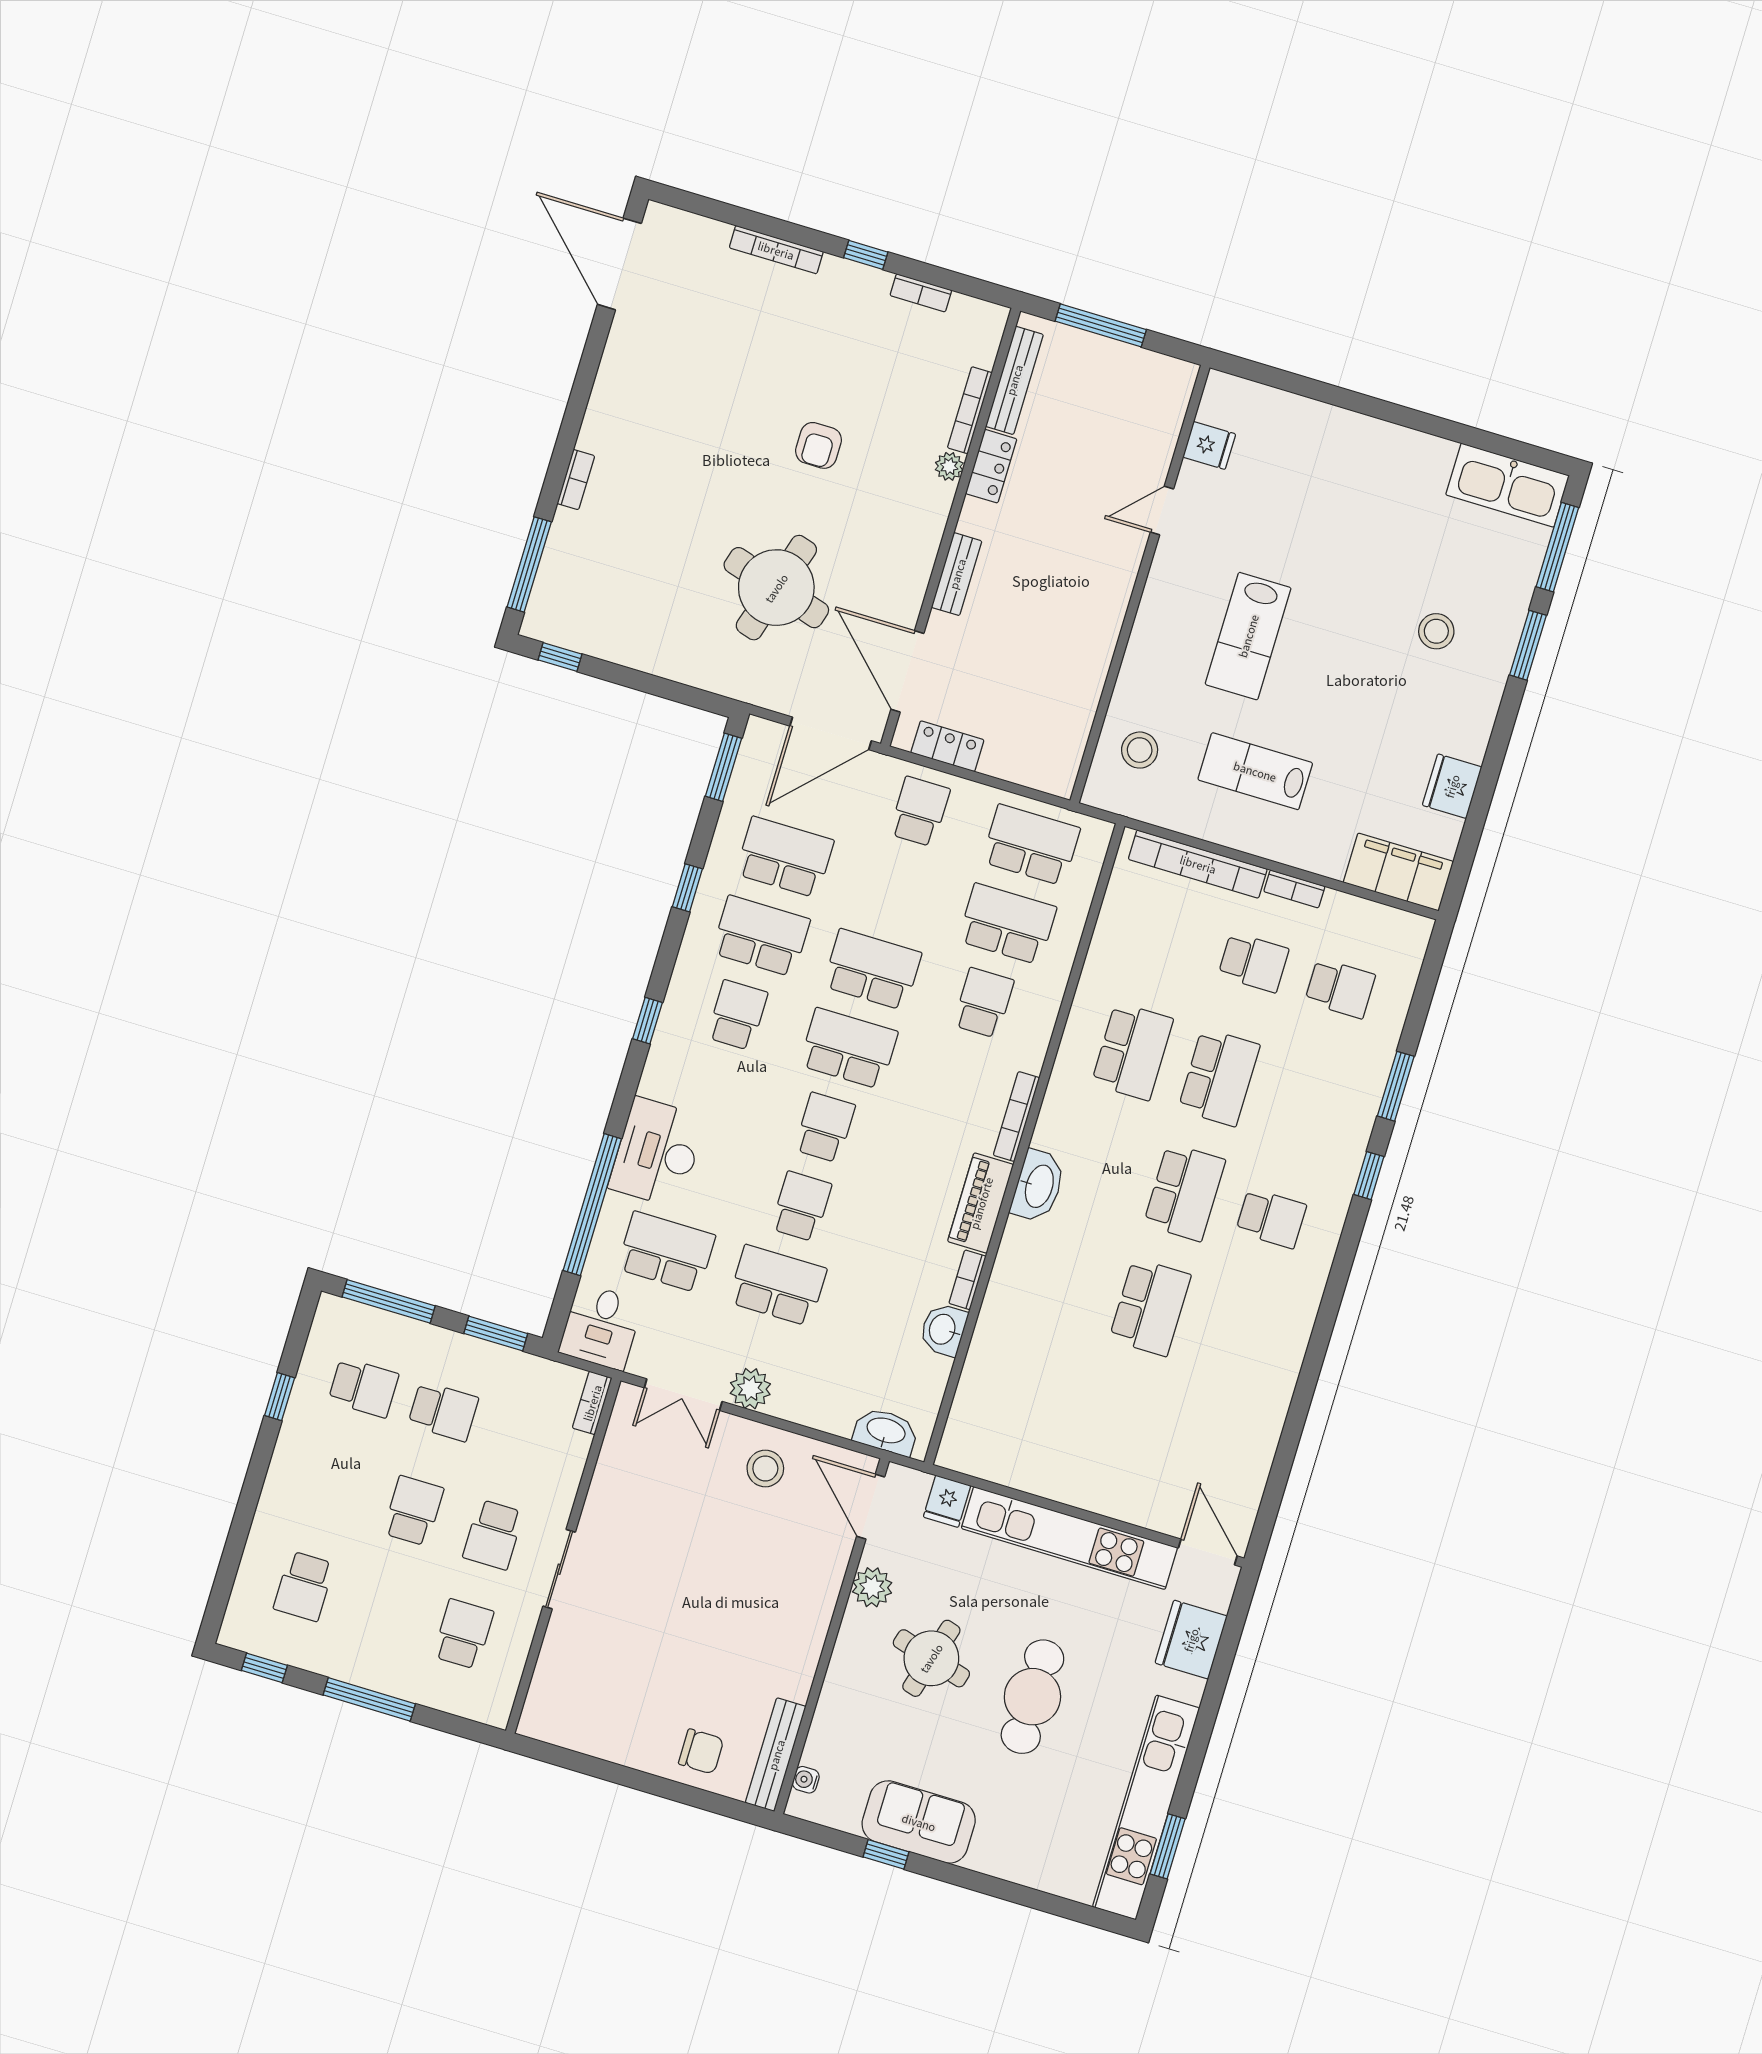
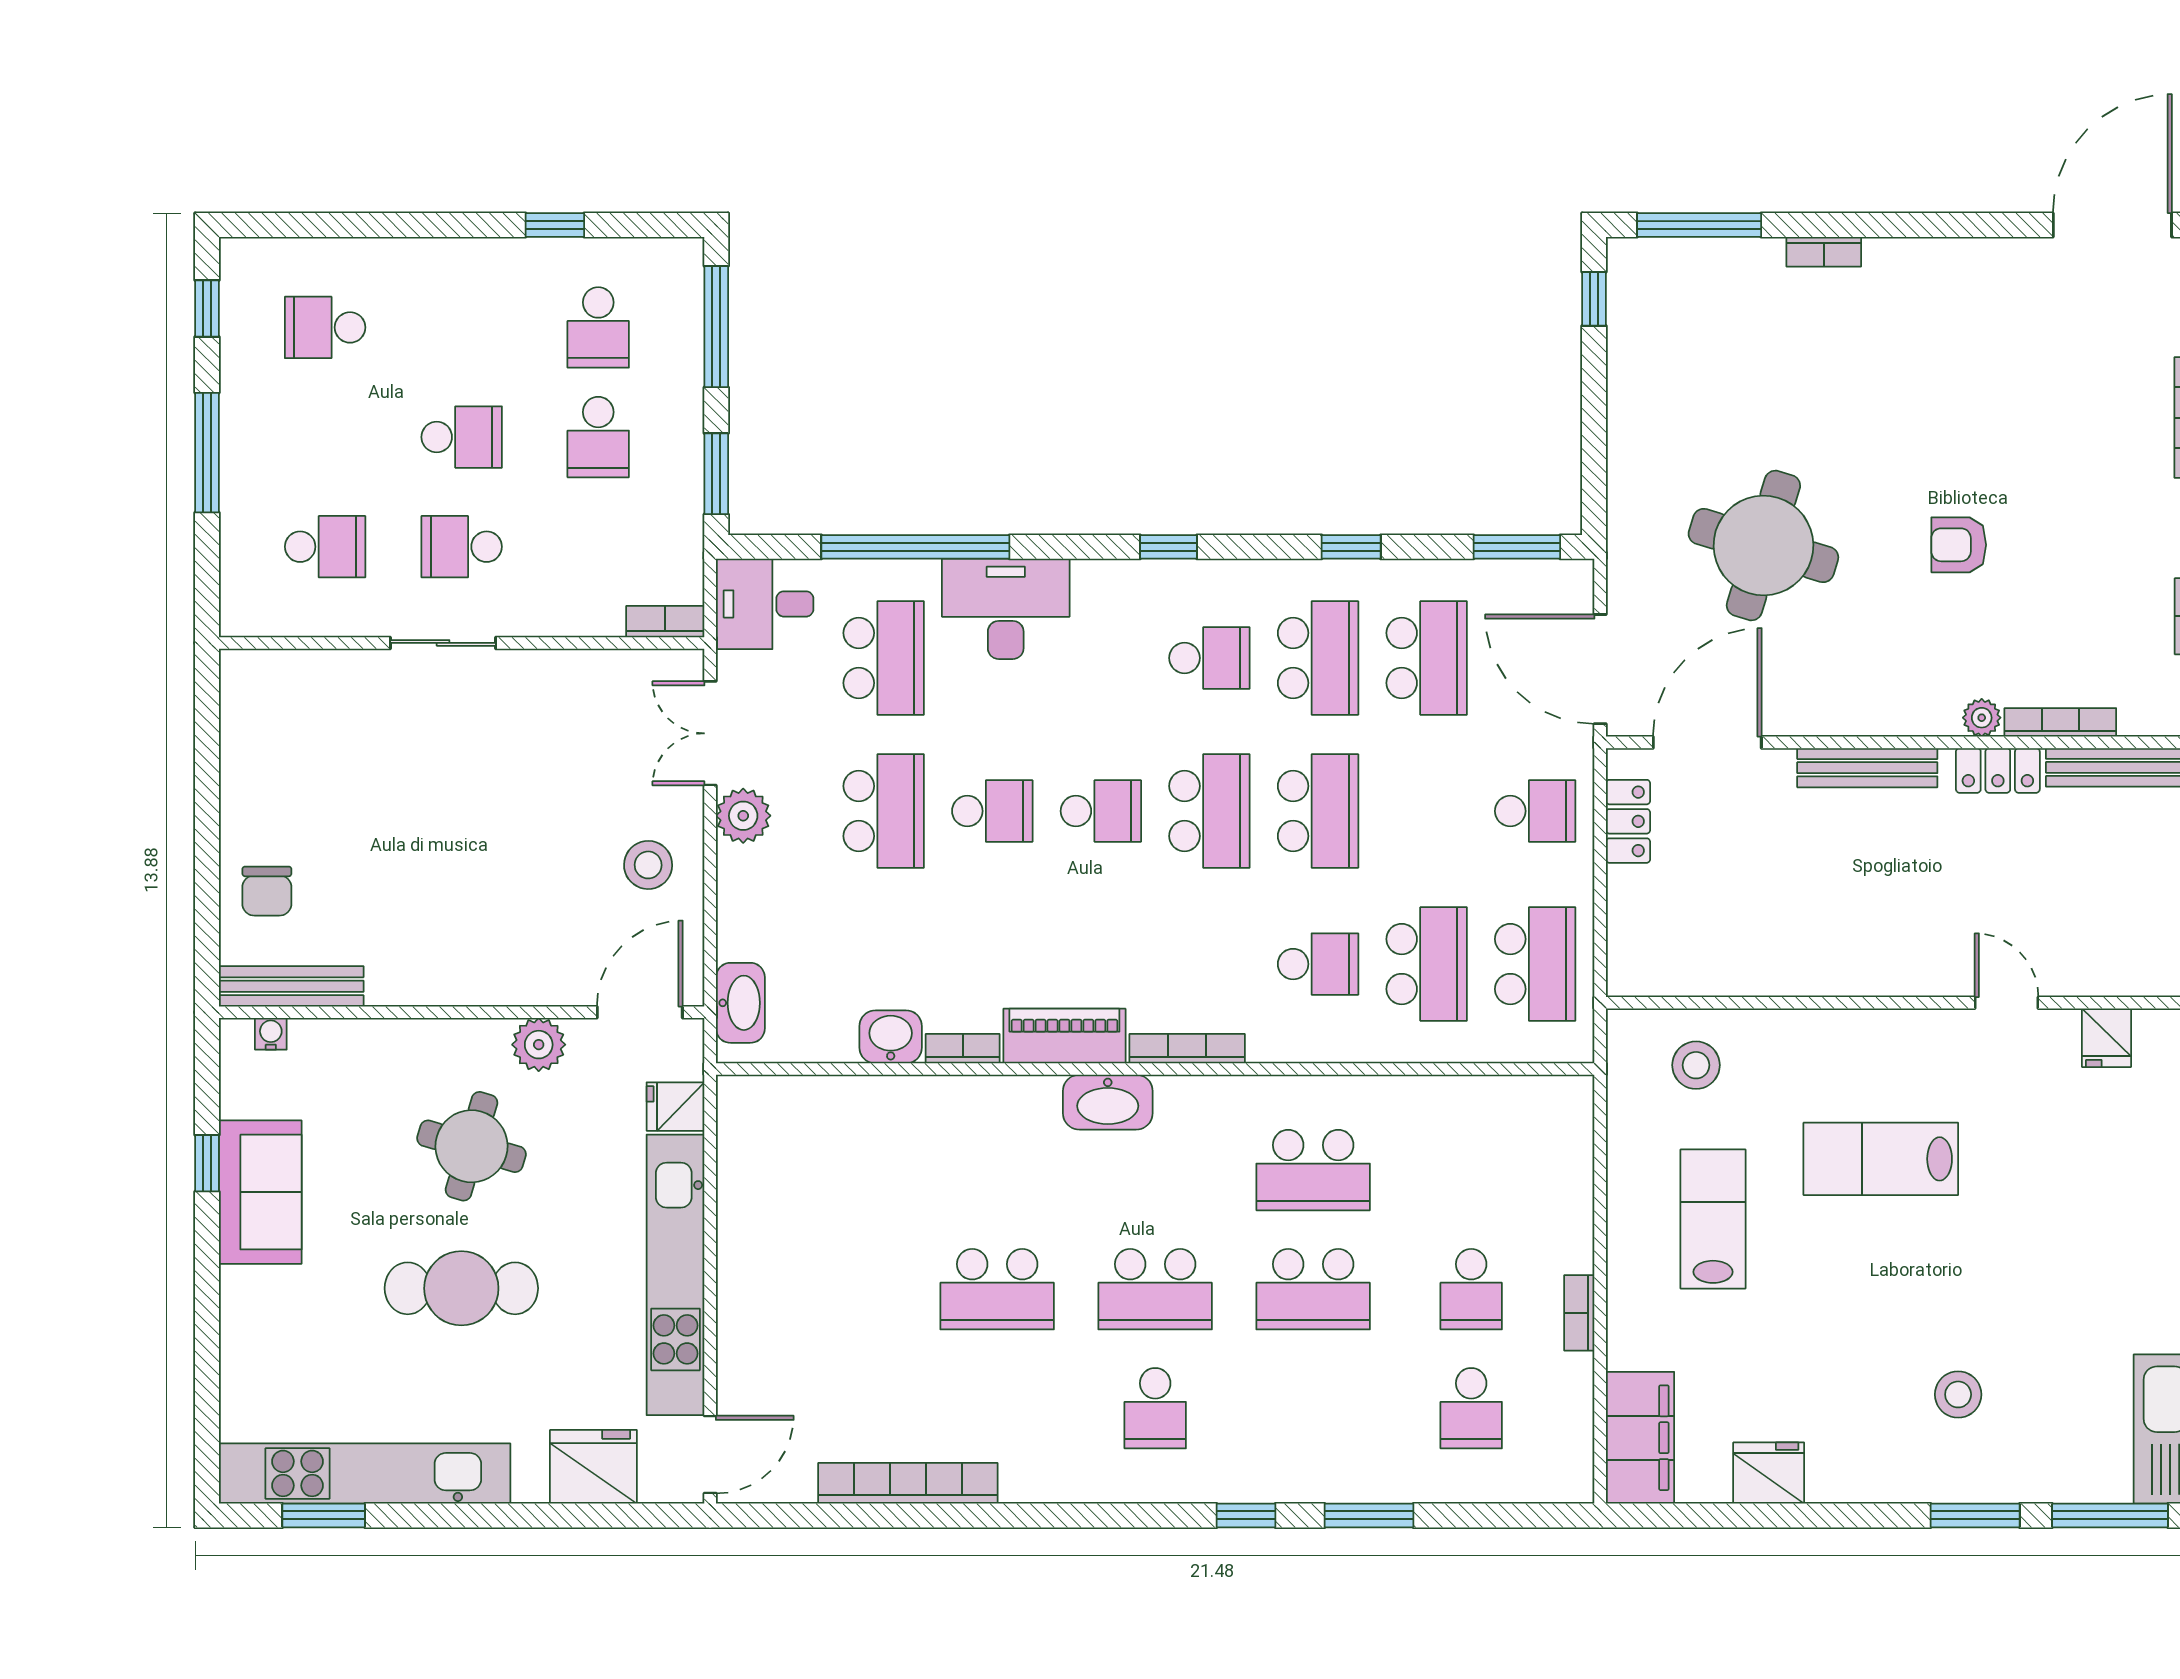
bench: (957, 574) -> (1867, 768), width x1.36
bookcase: (1198, 864) -> (908, 1483), moved, turned 90

